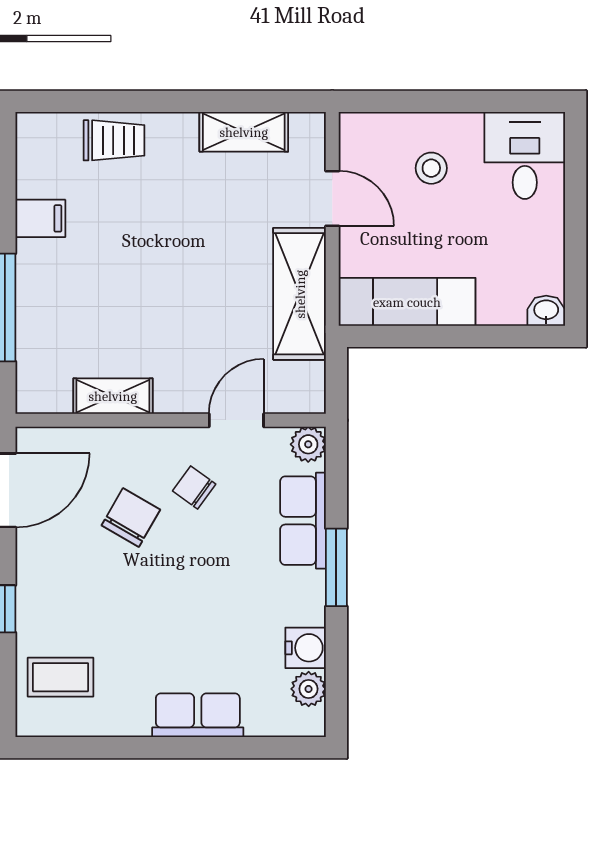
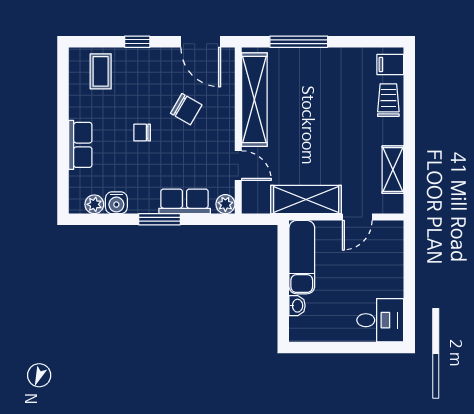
trolley: (114, 140) -> (388, 100), turned 180
stool: (431, 168) -> (373, 270), removed
filing cabinet: (40, 218) -> (390, 65), moved, turned 90
washbasin: (546, 311) -> (297, 306), moved
shelving: (113, 396) -> (254, 100), width x2.20, depth x1.33
chair: (194, 488) -> (142, 133), moved, turned -126

